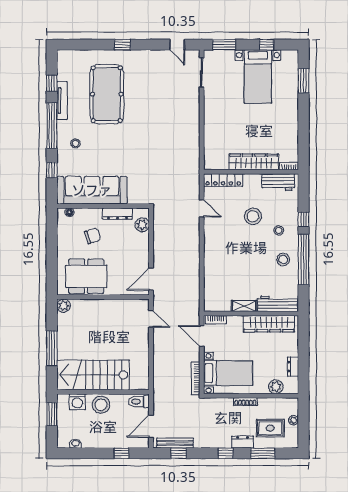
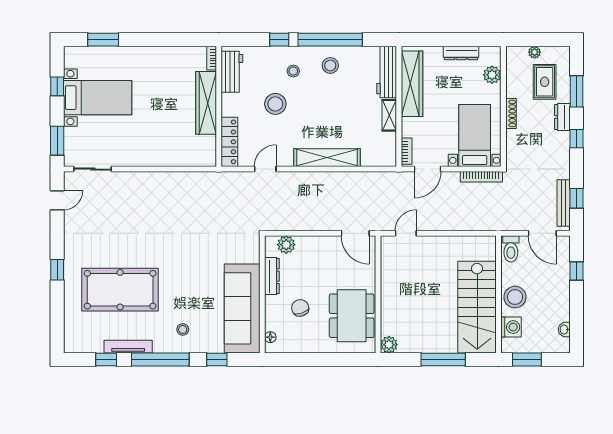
shelving: (211, 257) -> (327, 158), added
dresser: (293, 367) -> (461, 53), width x1.44

